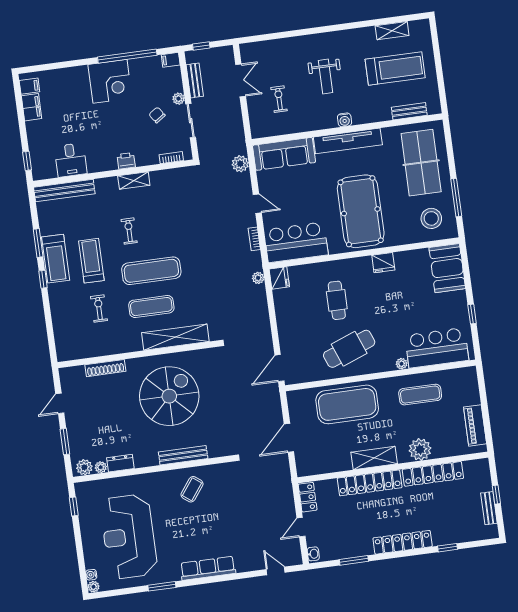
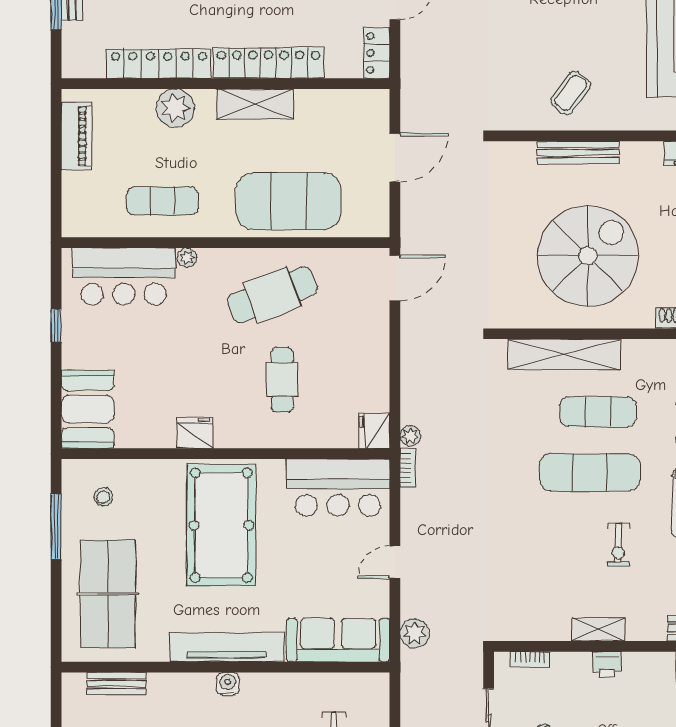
door: (257, 204) -> (395, 562), hinge flipped
stool: (431, 218) -> (103, 497), width x0.53, depth x0.53
bookcase: (254, 239) -> (408, 468), moved
spiral stairs: (169, 396) -> (588, 256), turned 180

